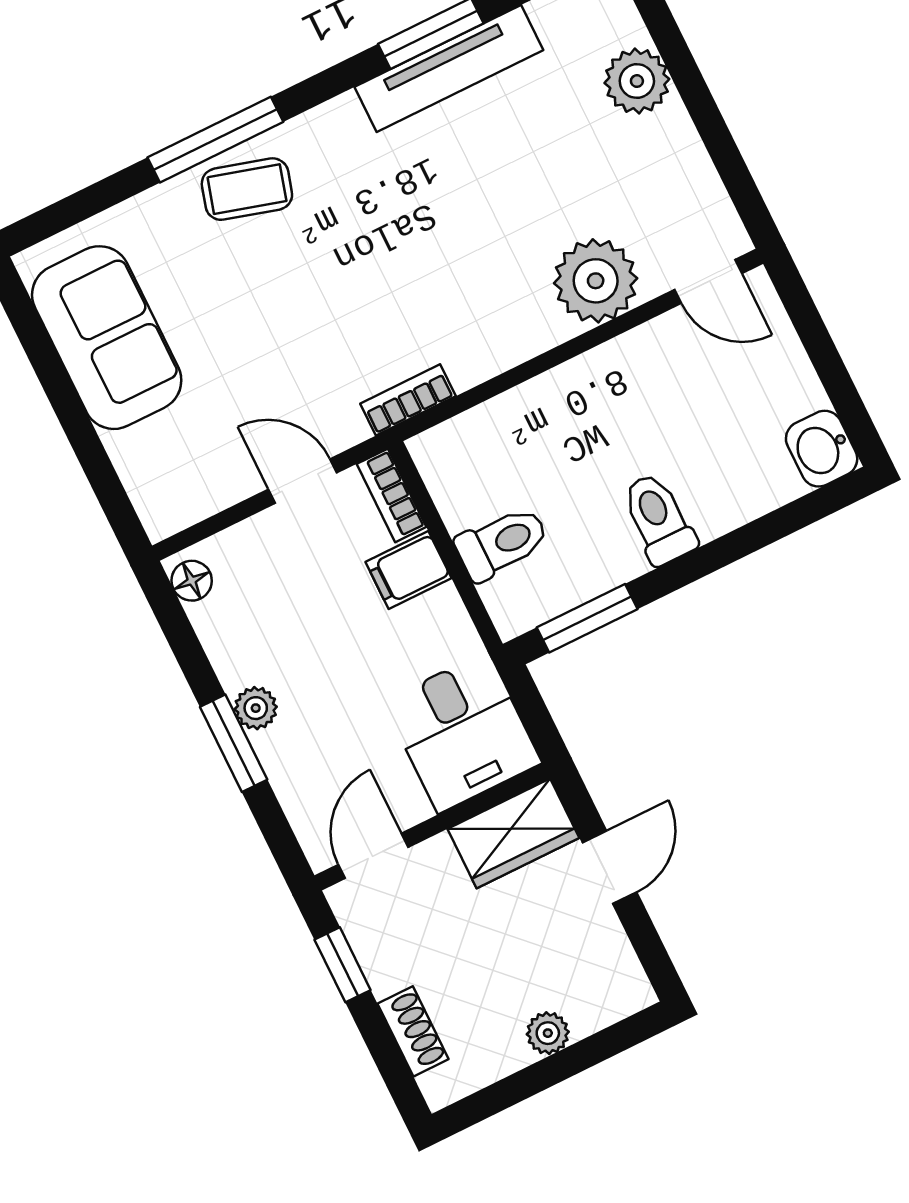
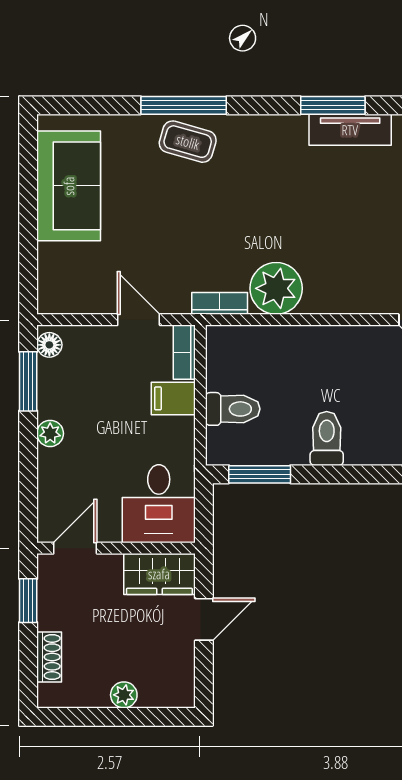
tv unit: (449, 69) -> (350, 130), width x0.71
plant: (596, 281) -> (276, 288), moved
window: (234, 743) -> (28, 381), moved

